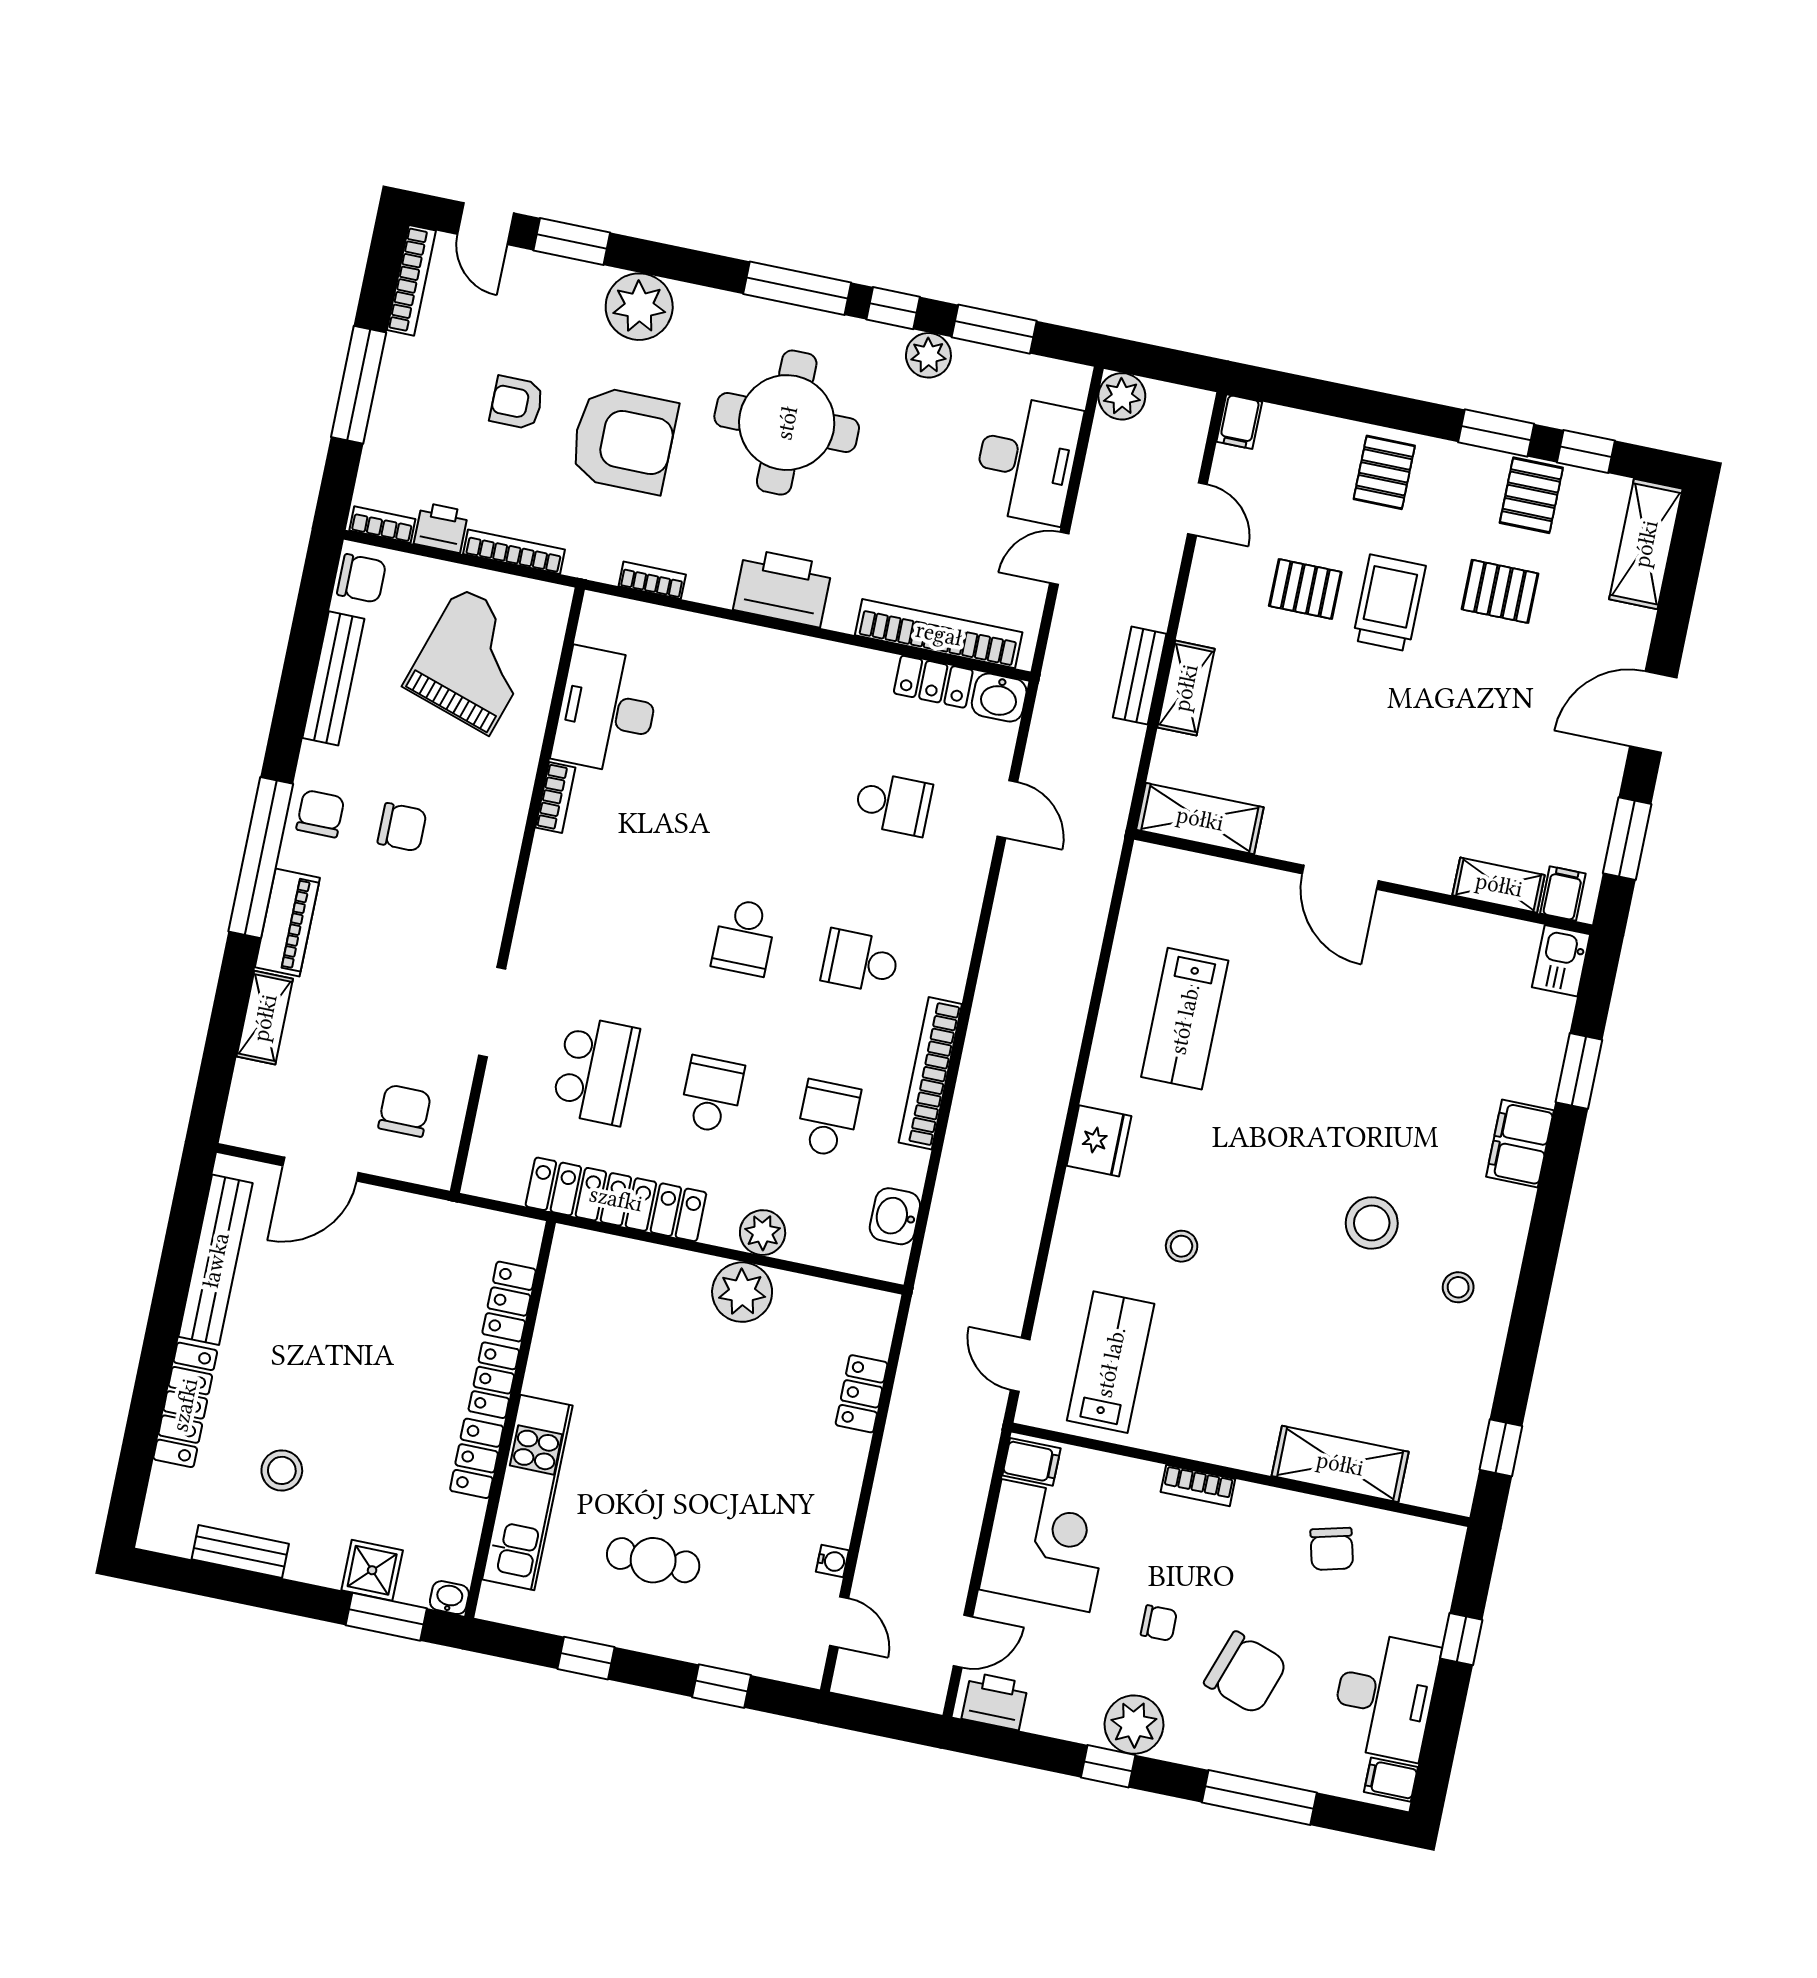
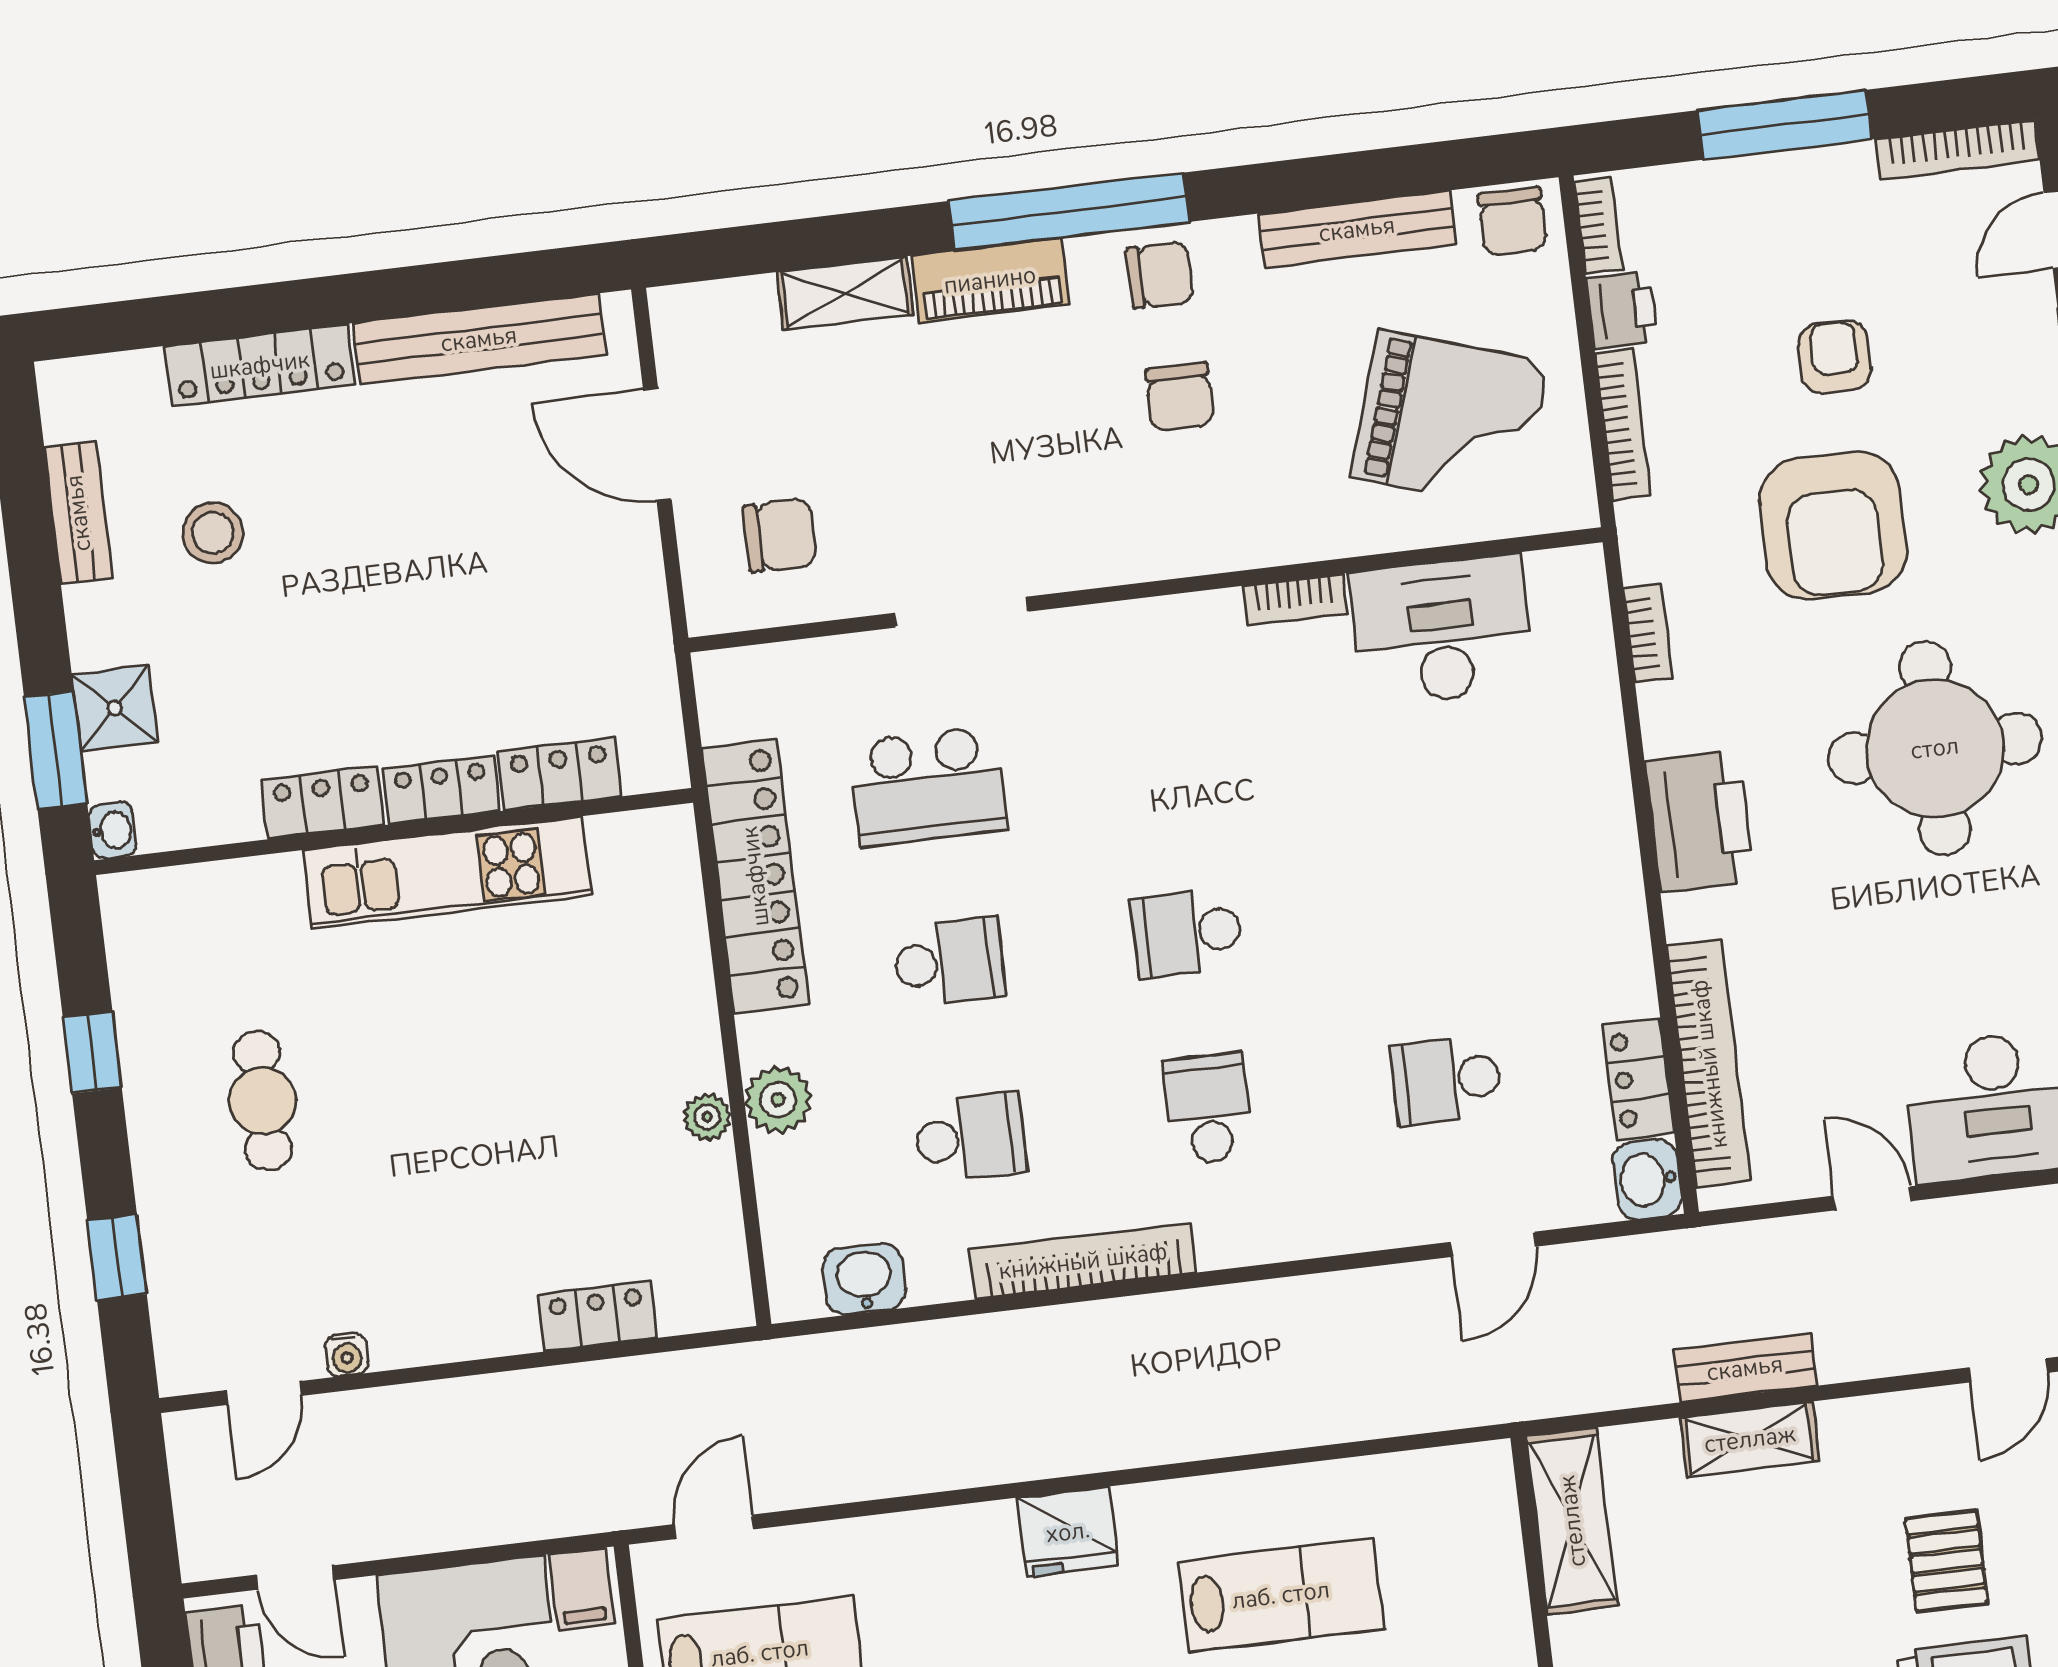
school desk: (893, 804) -> (1446, 1080), turned 90
lab bench: (1185, 1019) -> (1281, 1595), turned 180
plant: (742, 1292) -> (707, 1117), width x0.53, depth x0.53
kitchen unit: (527, 1492) -> (447, 873), moved

